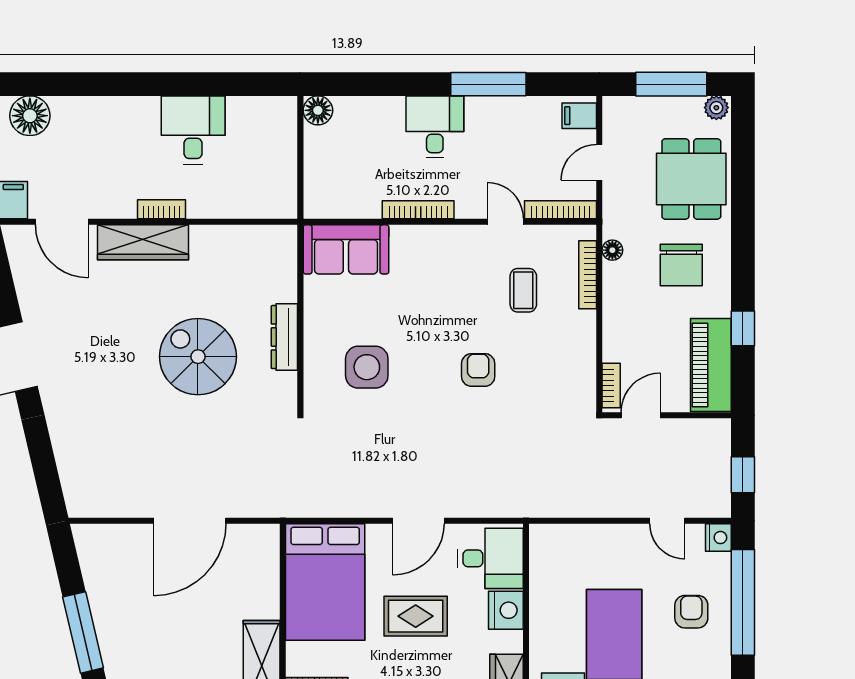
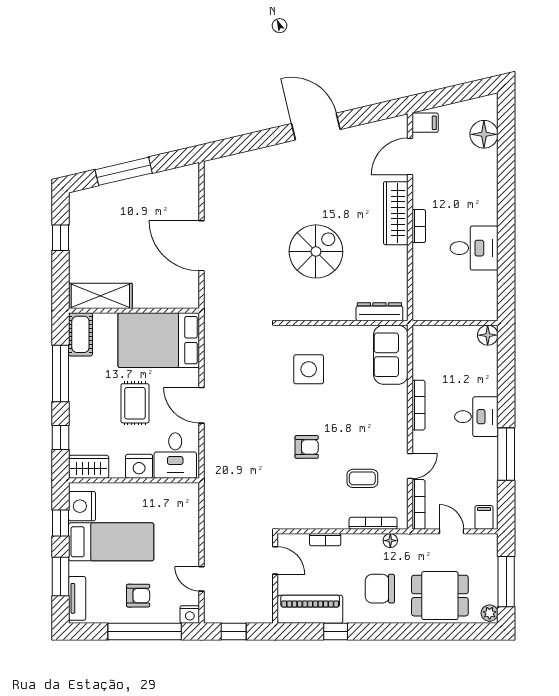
dresser: (284, 337) -> (379, 312), moved
bookcase: (611, 385) -> (325, 540), moved
door: (667, 521) -> (202, 579), hinge flipped

